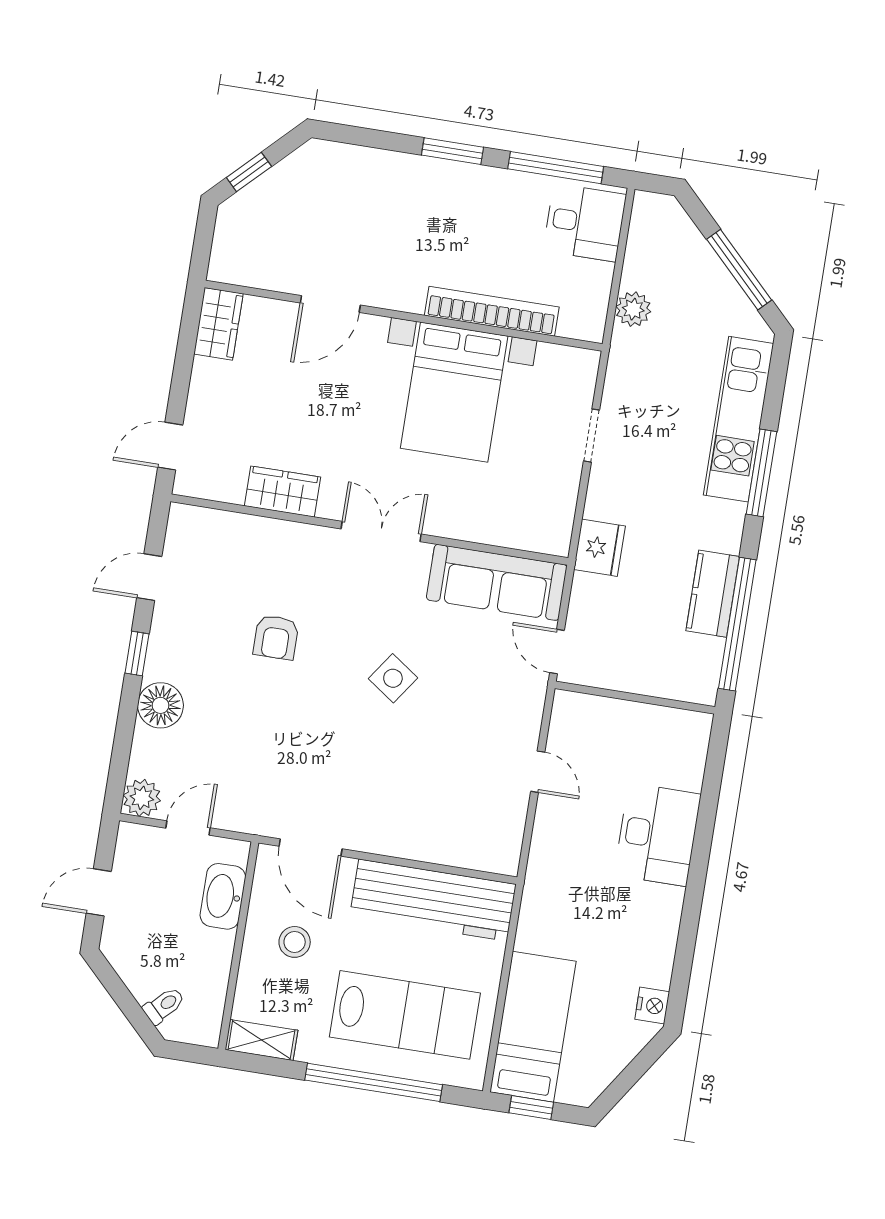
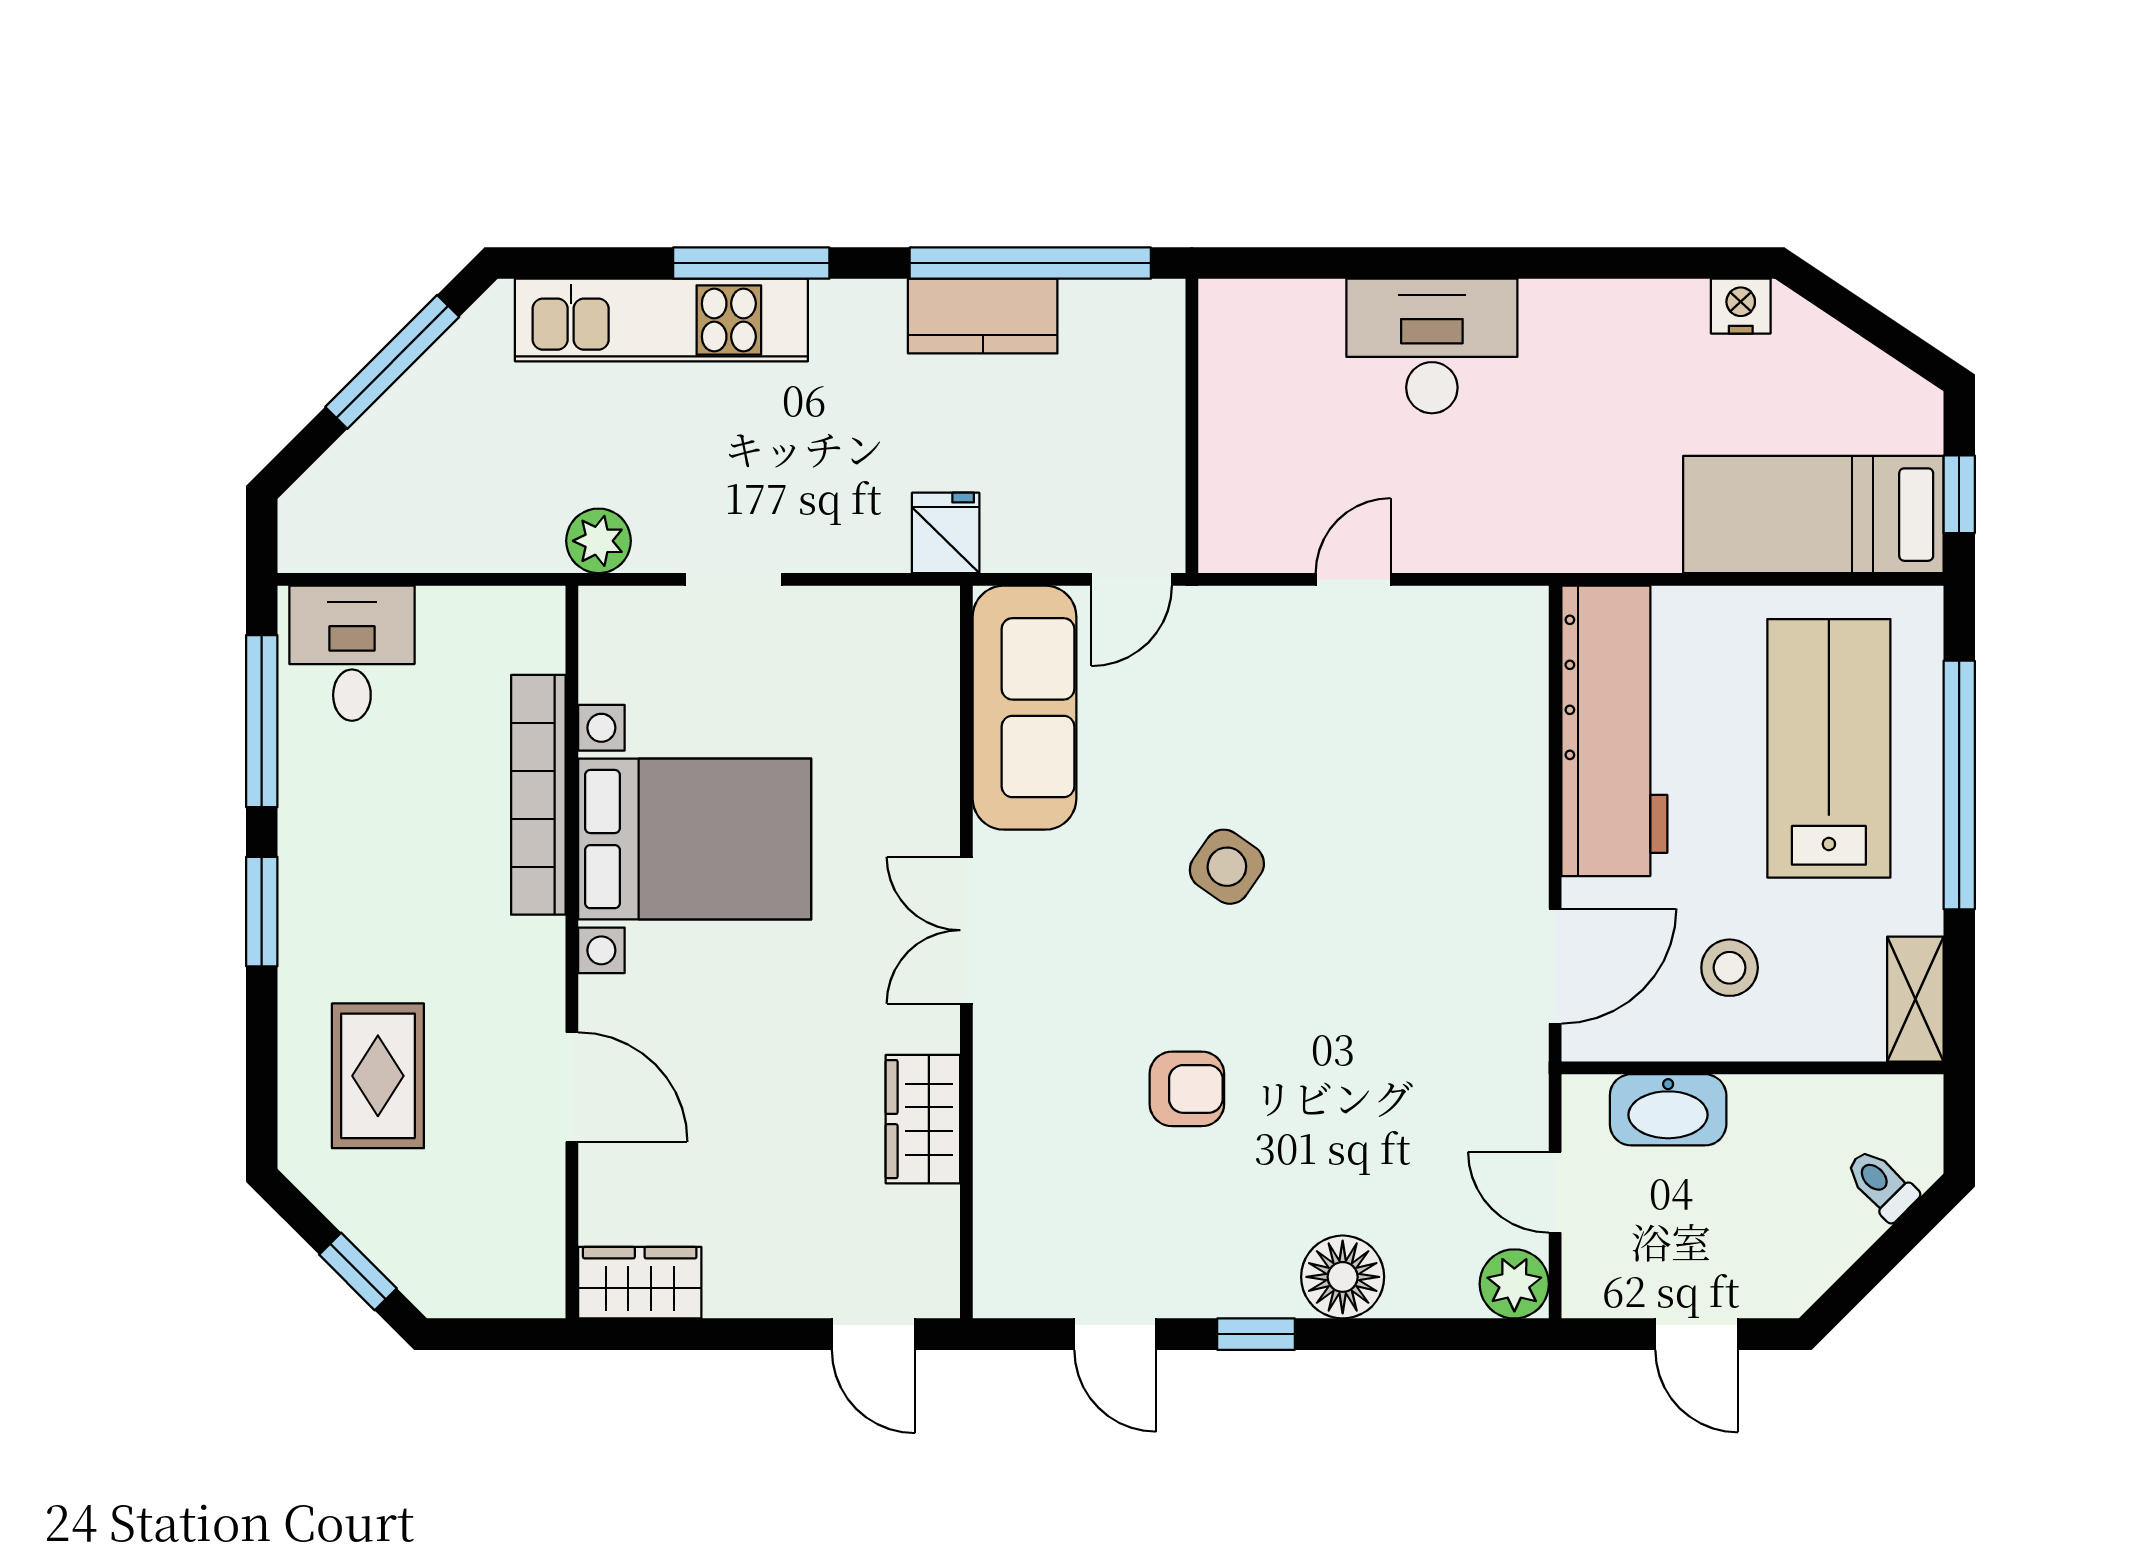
rug: (353, 200) -> (378, 1076), added
plant: (633, 309) -> (599, 541), moved
fridge: (599, 548) -> (946, 533), width x0.72

